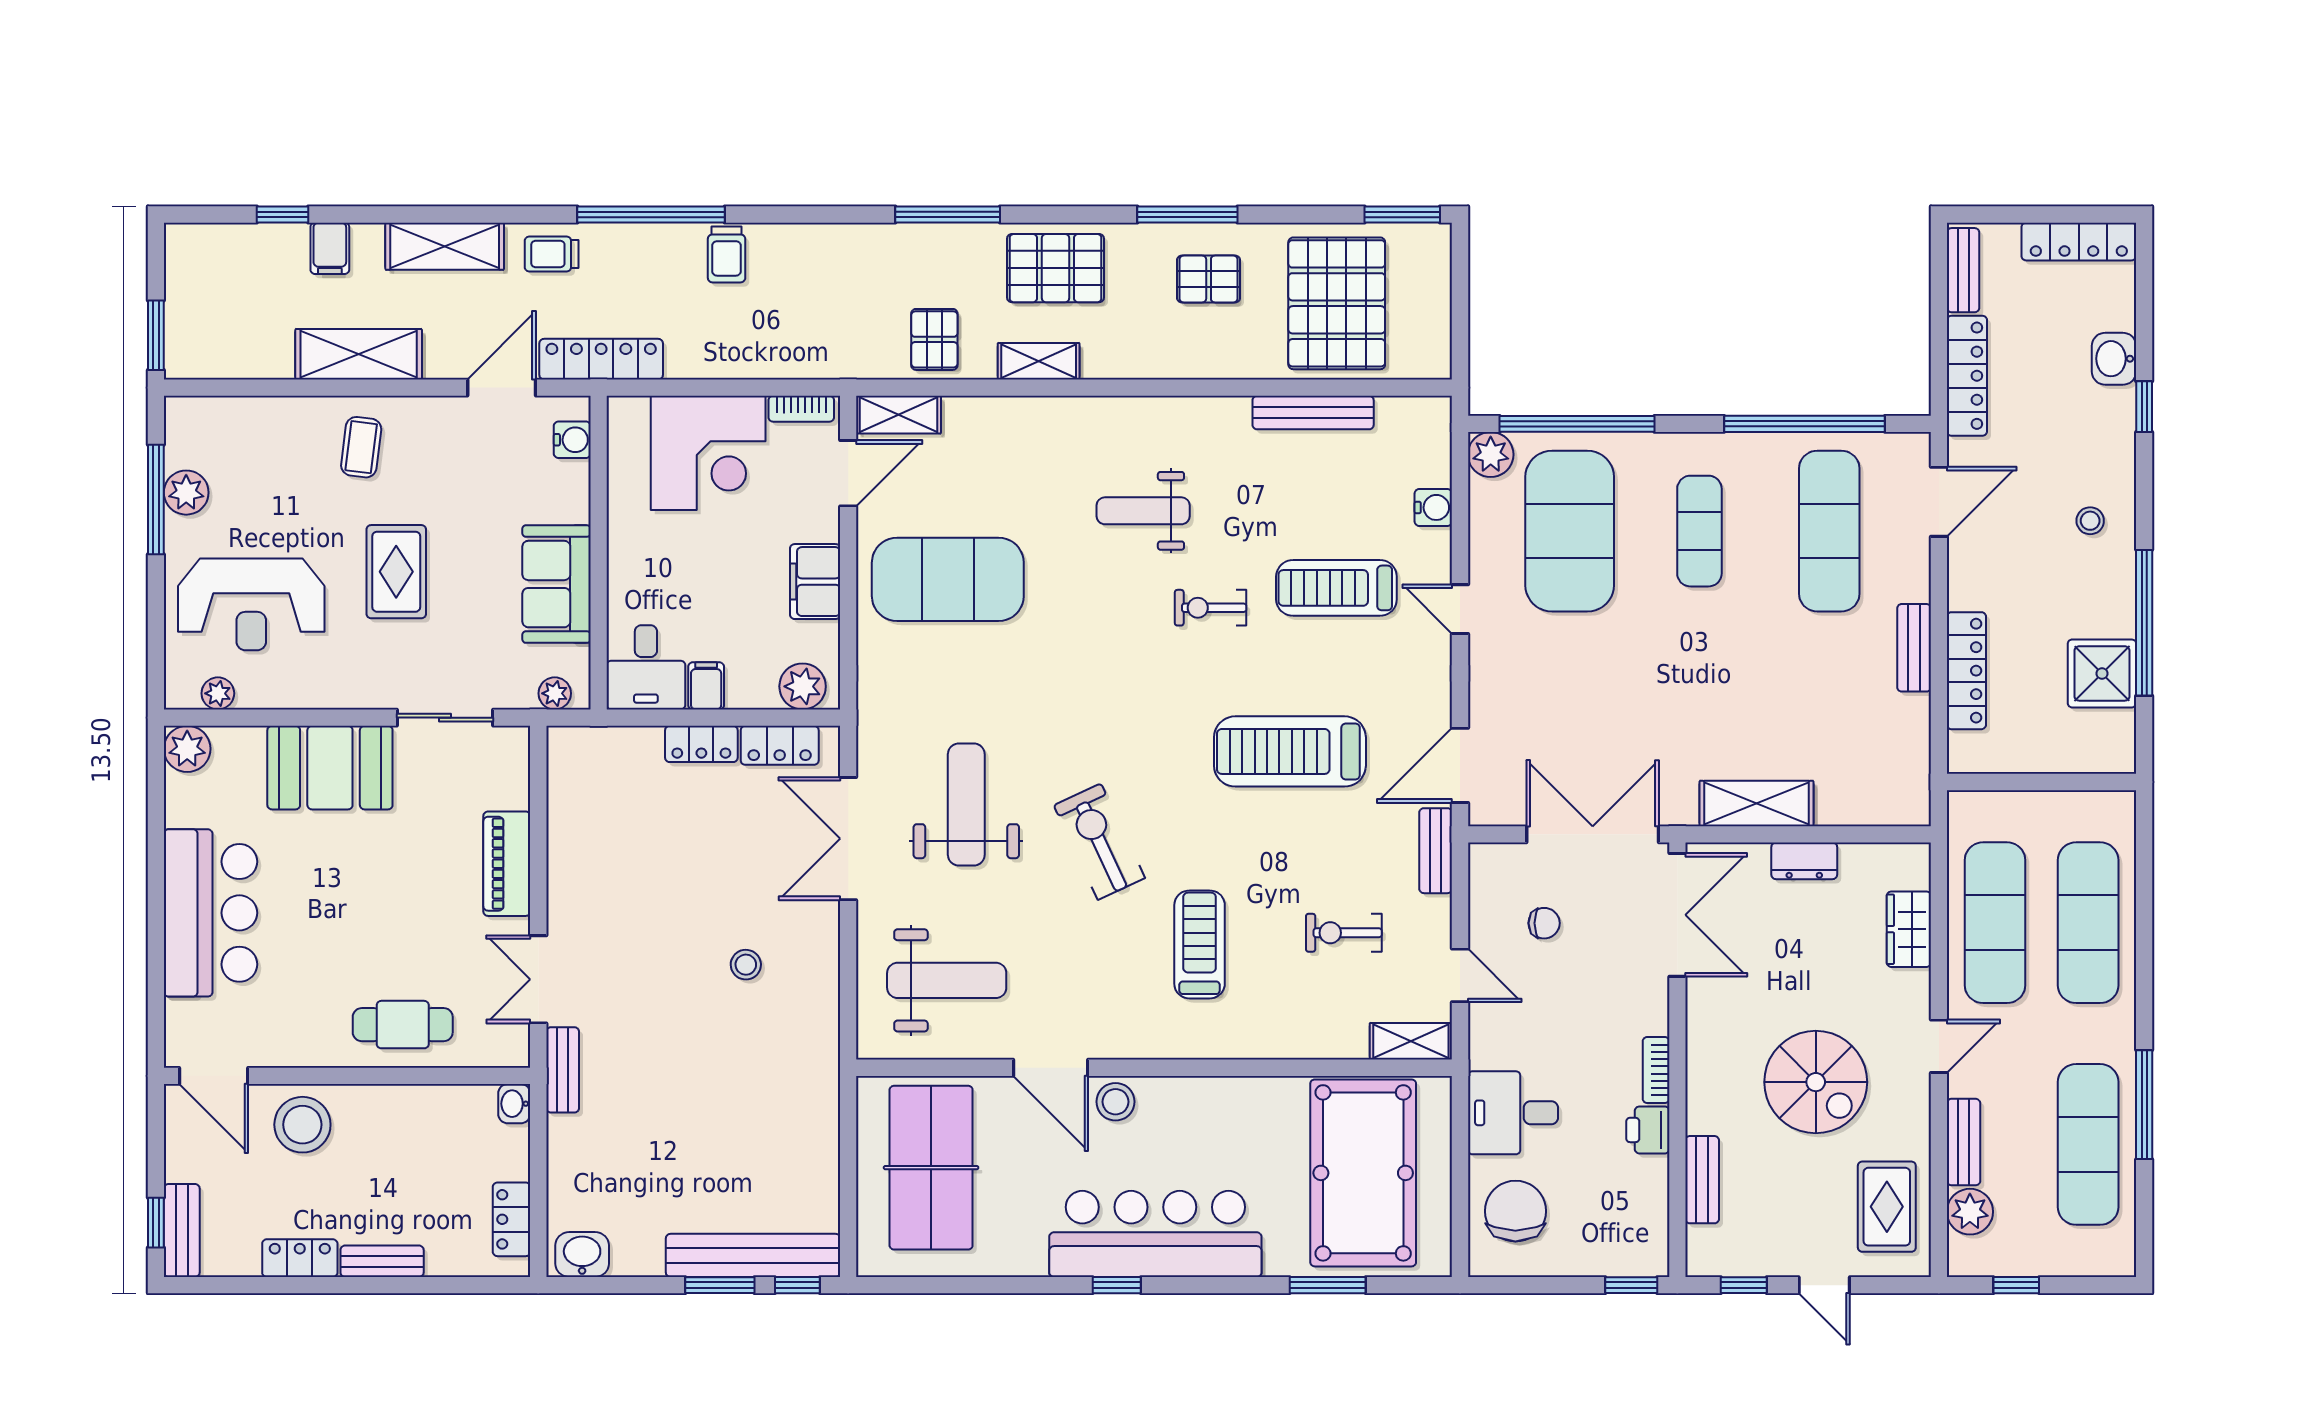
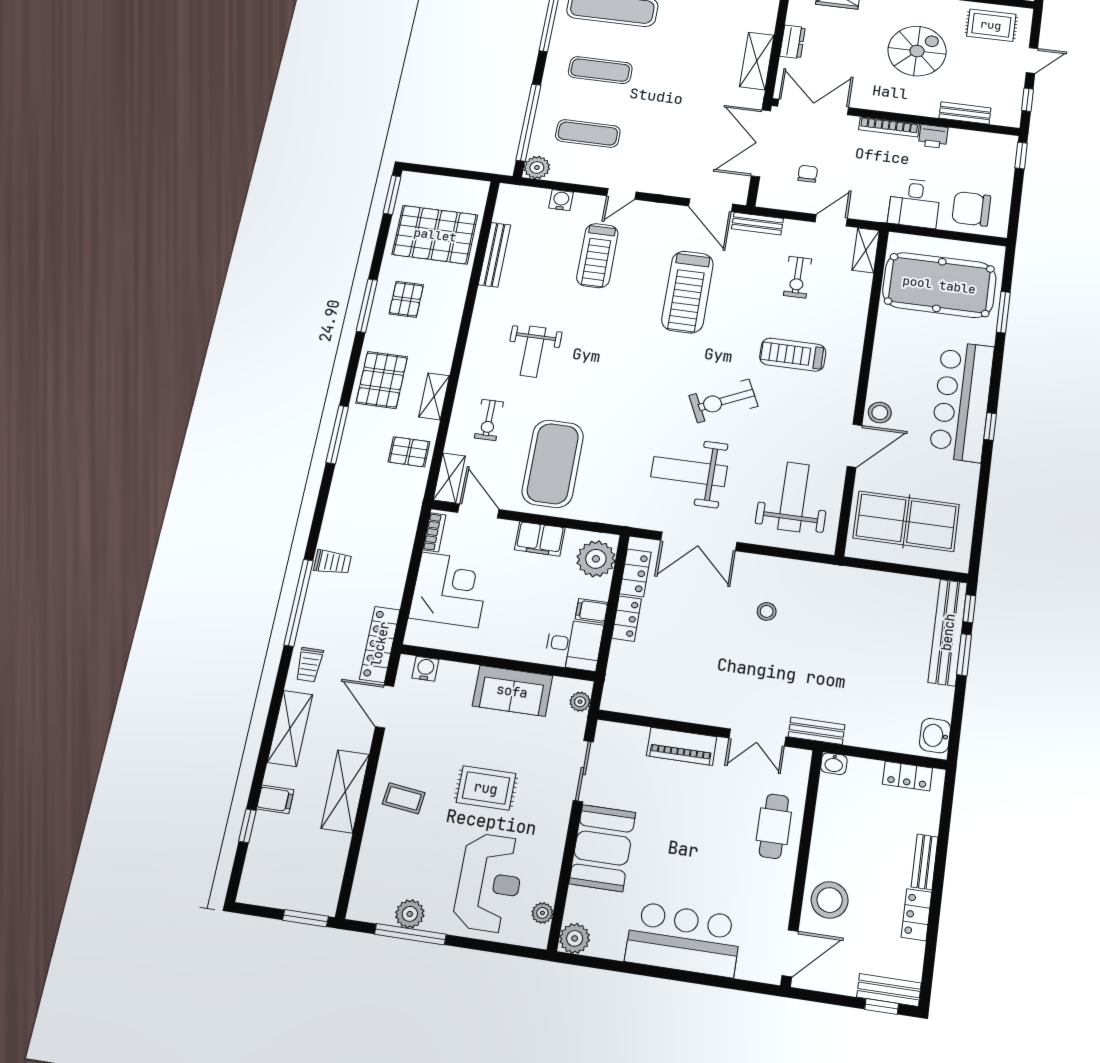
exercise mat: (1570, 531) -> (588, 134), width x0.50, depth x0.69
exercise bike: (1211, 608) -> (489, 420), moved
plant: (803, 686) -> (596, 559), width x1.36, depth x1.36
bookcase: (1656, 1070) -> (889, 127), width x1.56

